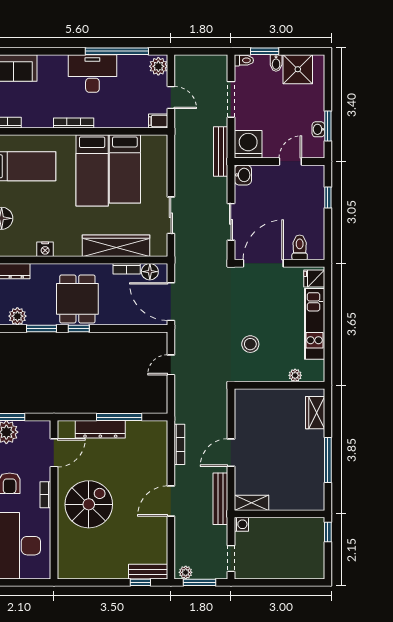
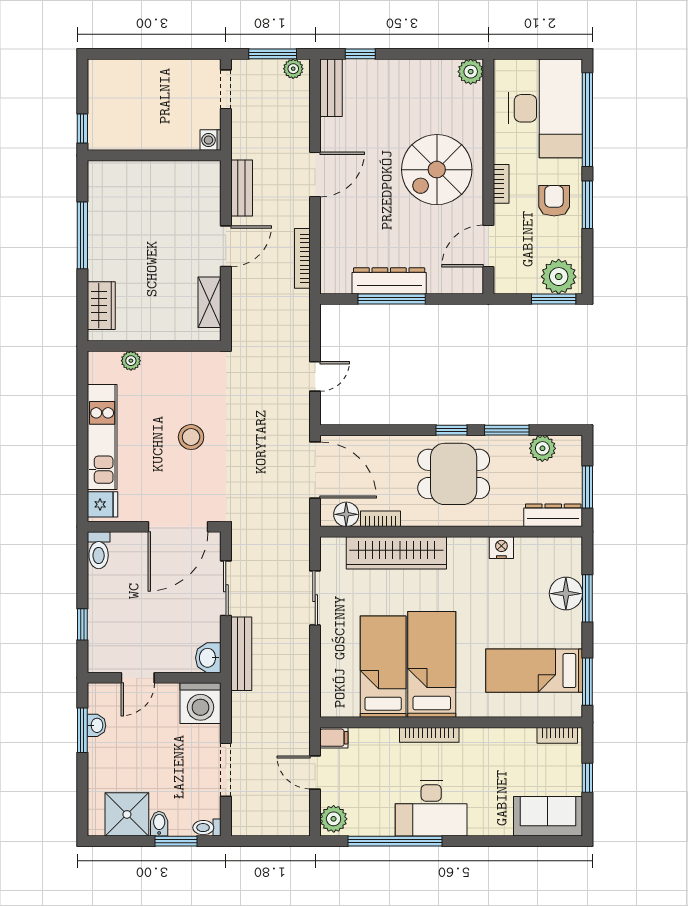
bookcase: (74, 123) -> (429, 735), moved
bench: (221, 152) -> (241, 654), moved
toilet: (300, 247) -> (99, 550), moved
dining table: (77, 299) -> (454, 474), turned 90
stool: (250, 344) -> (191, 437), moved
dresser: (100, 429) -> (389, 281), moved
bench: (220, 499) -> (242, 188), width x0.73
shelving: (251, 503) -> (210, 302), moved, turned 90
plant: (66, 570) -> (471, 72), added
bench: (148, 572) -> (331, 88), moved, turned 90

